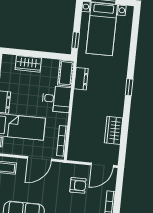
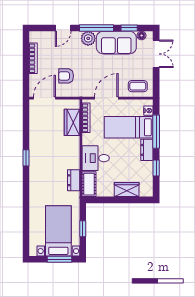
window: (76, 40) -> (83, 229), moved
window: (129, 87) -> (26, 158), moved
wardrobe: (114, 130) -> (72, 122), moved, turned 180

